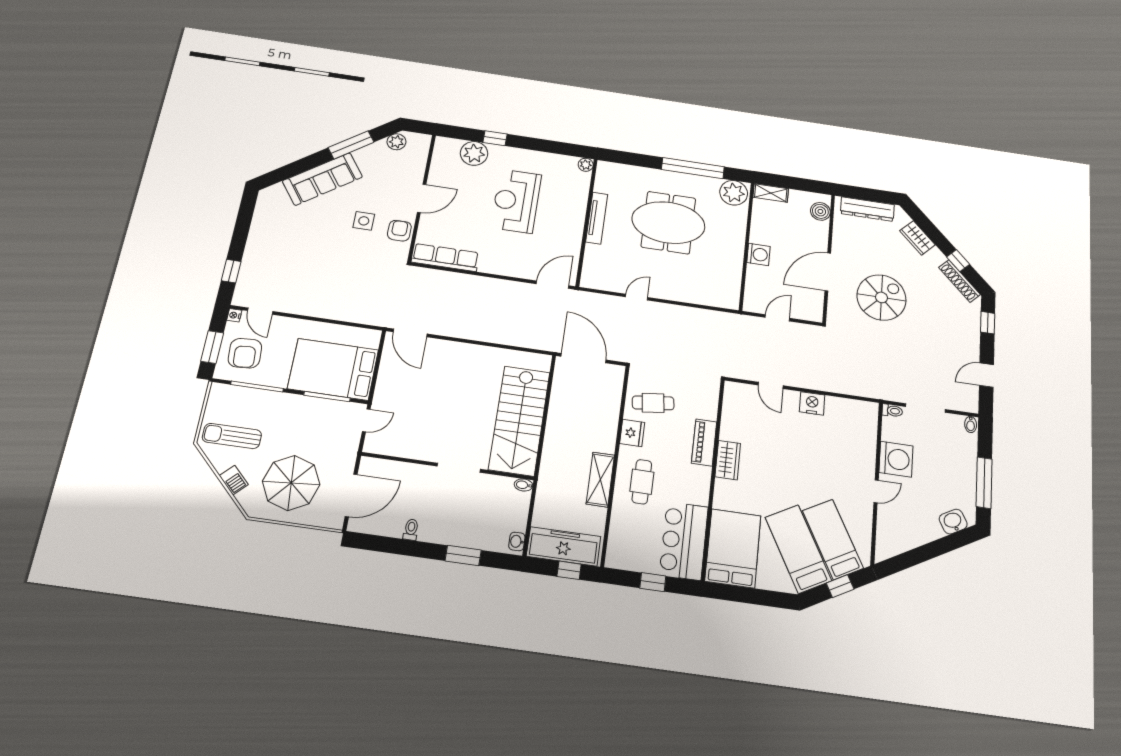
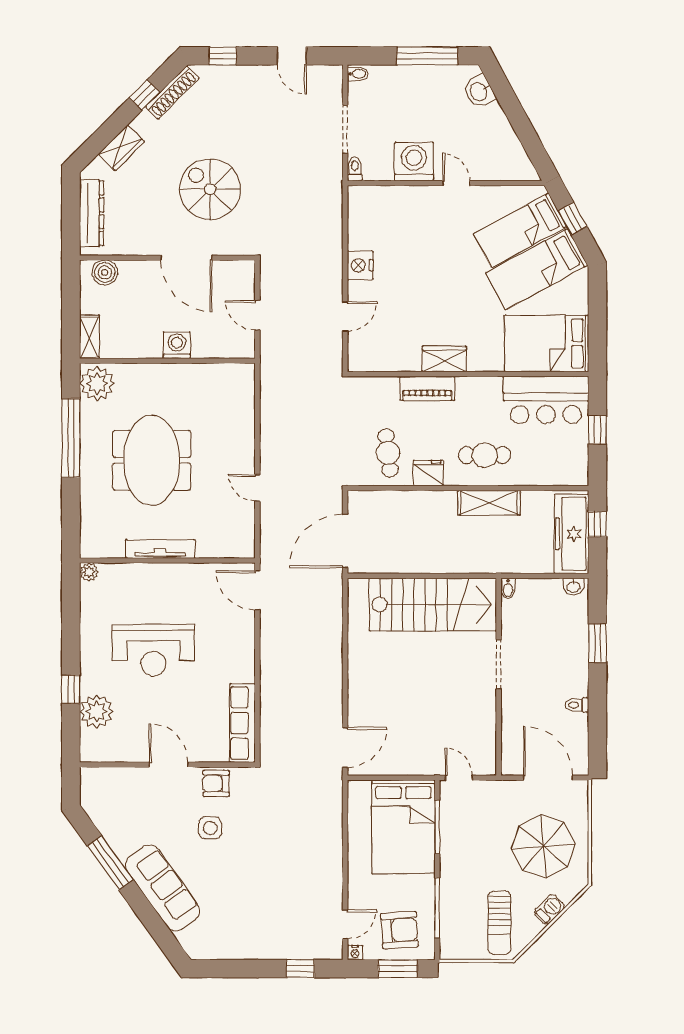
plant: (396, 142) -> (96, 809), removed

